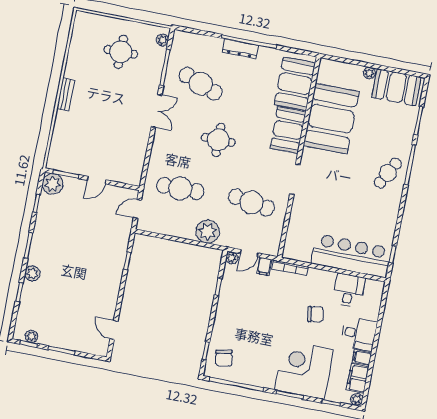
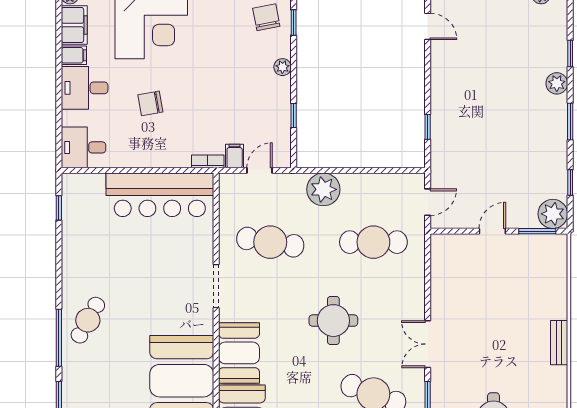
bar counter: (351, 256) -> (160, 195), moved
plant: (232, 258) -> (282, 67), moved
bookcase: (290, 268) -> (208, 161), width x0.64
desk: (349, 290) -> (83, 147), moved, turned 90

